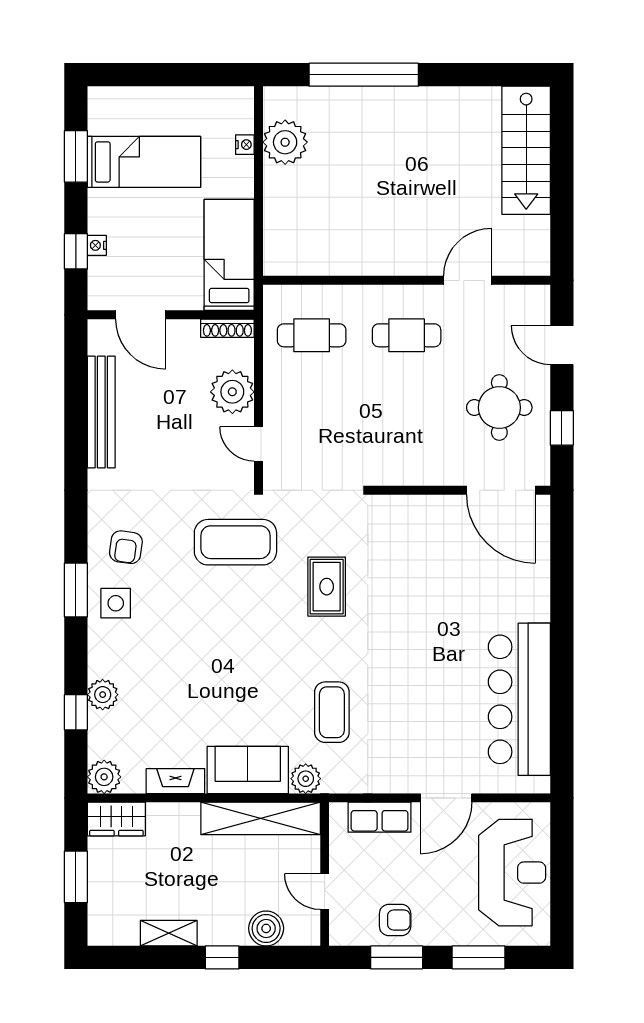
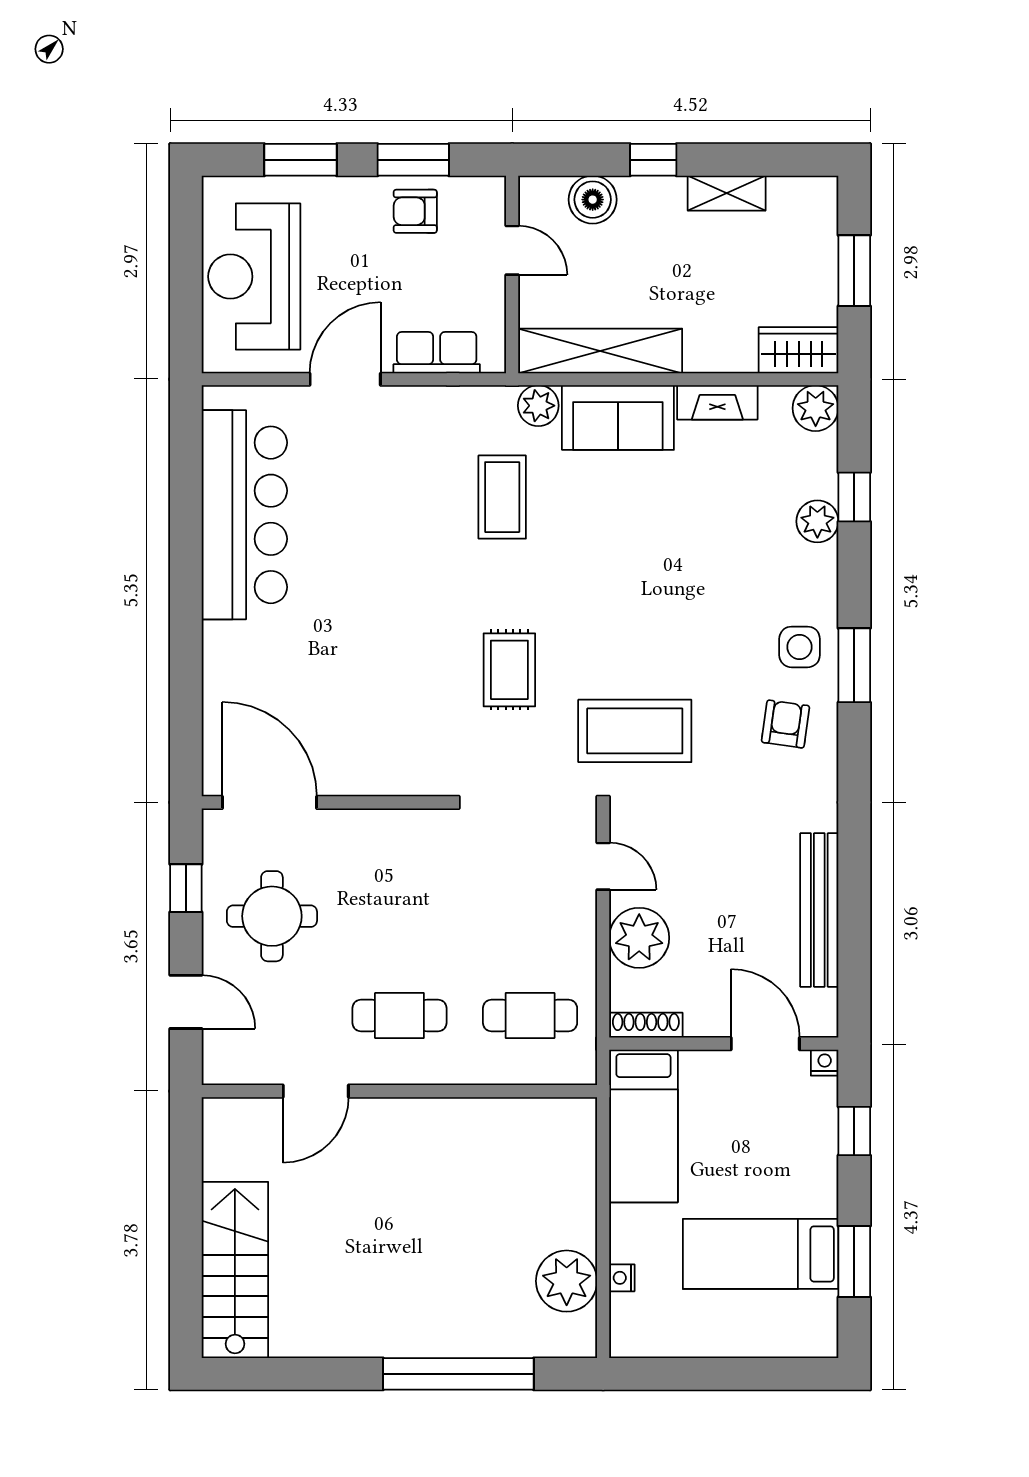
nightstand: (97, 245) -> (825, 1063), moved, turned -90

